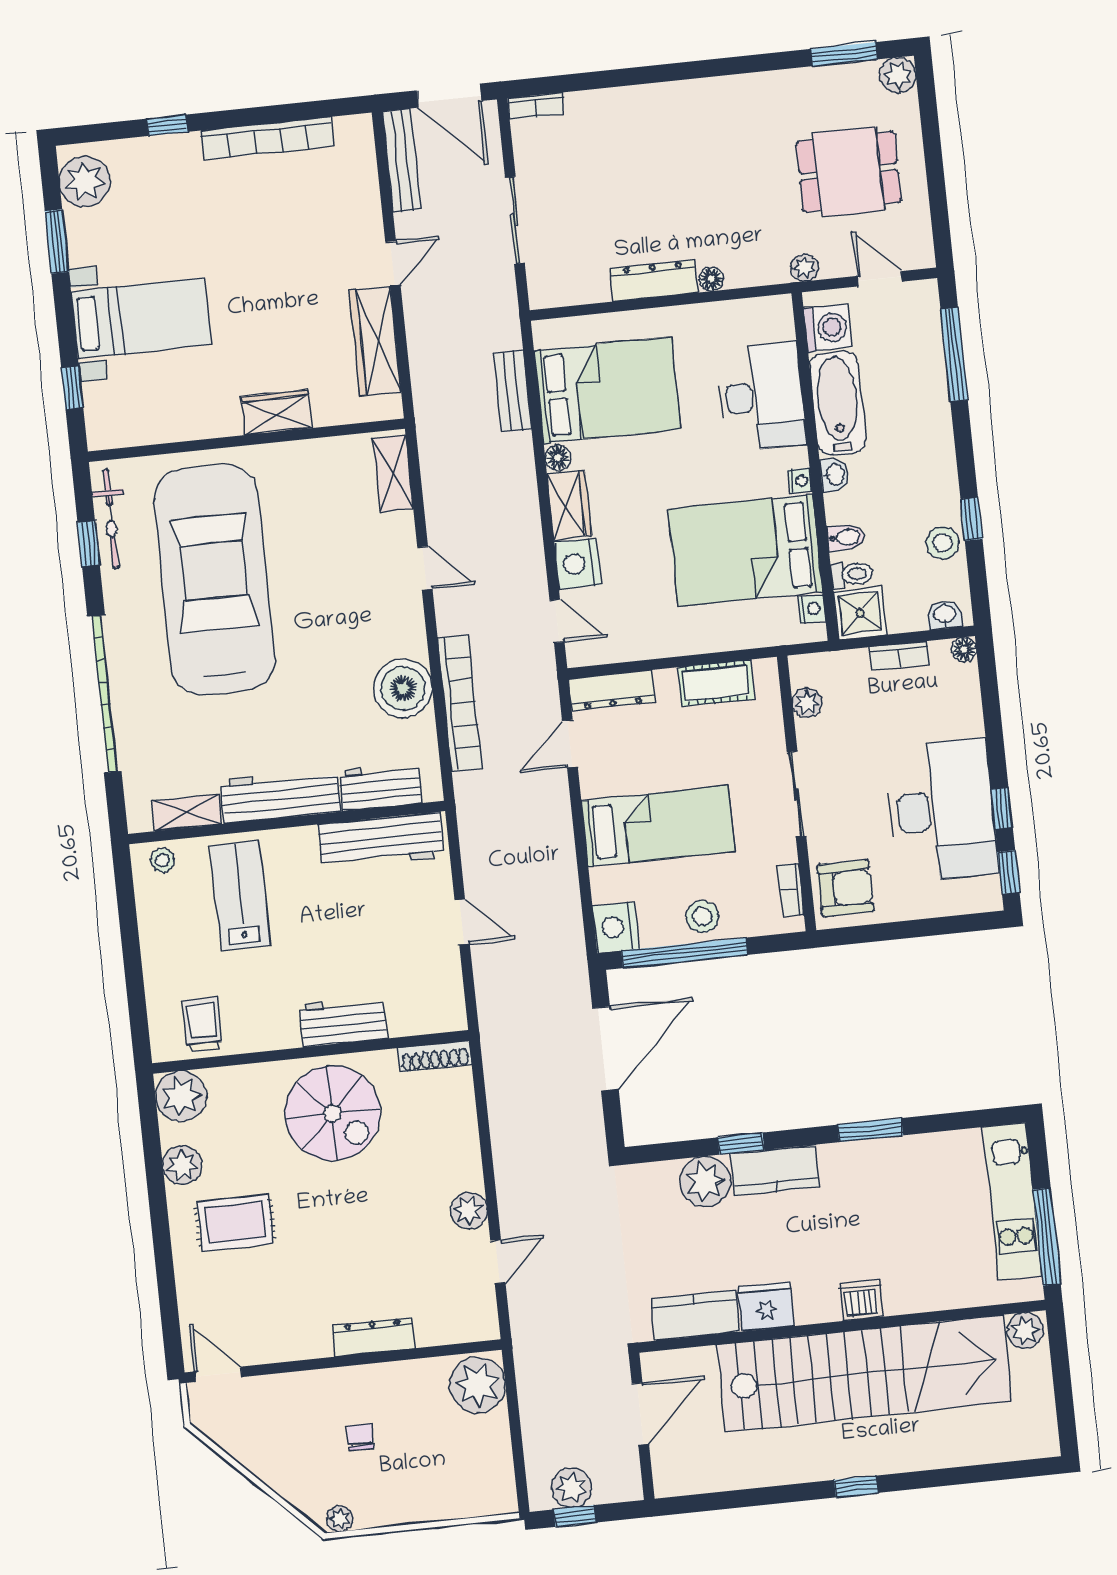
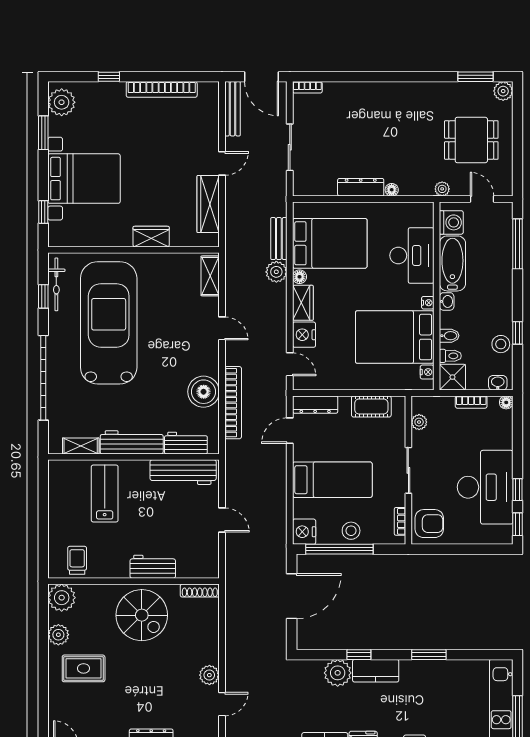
bed with nightstands: (141, 318) -> (84, 179), width x1.36
plant: (514, 453) -> (276, 272), added
stool: (162, 860) -> (65, 470), removed

